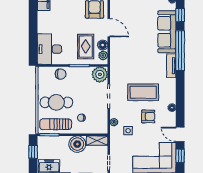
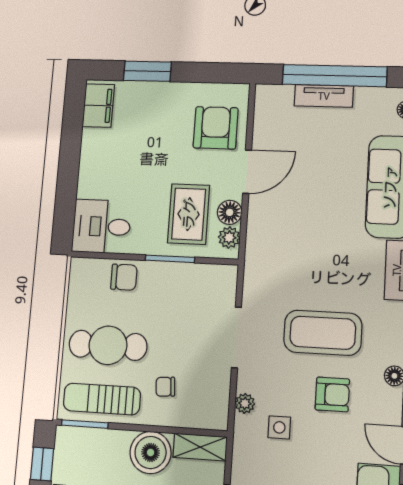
door: (109, 28) -> (247, 172), hinge flipped
desk: (49, 49) -> (101, 227), width x0.73
plant: (100, 74) -> (218, 283), removed

